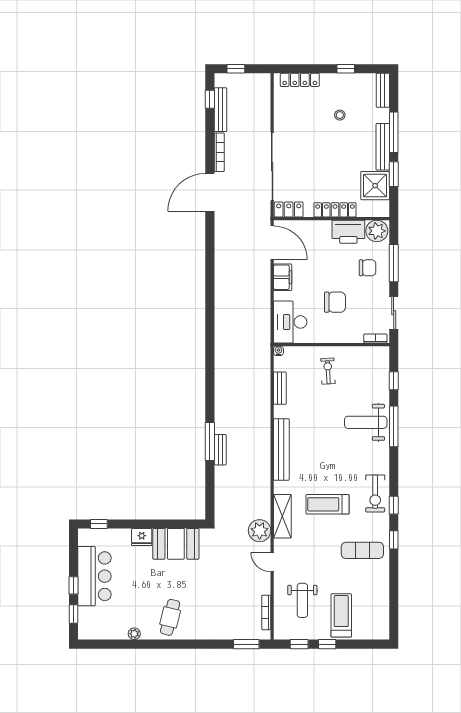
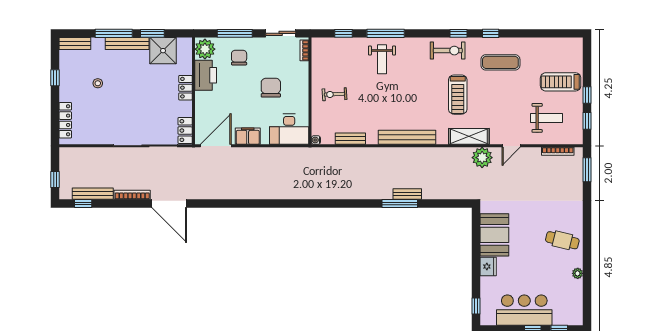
locker: (335, 210) -> (185, 88), width x0.66
weight bench: (366, 422) -> (382, 59), width x0.73, depth x0.75
exercise mat: (362, 550) -> (500, 62), turned 90

